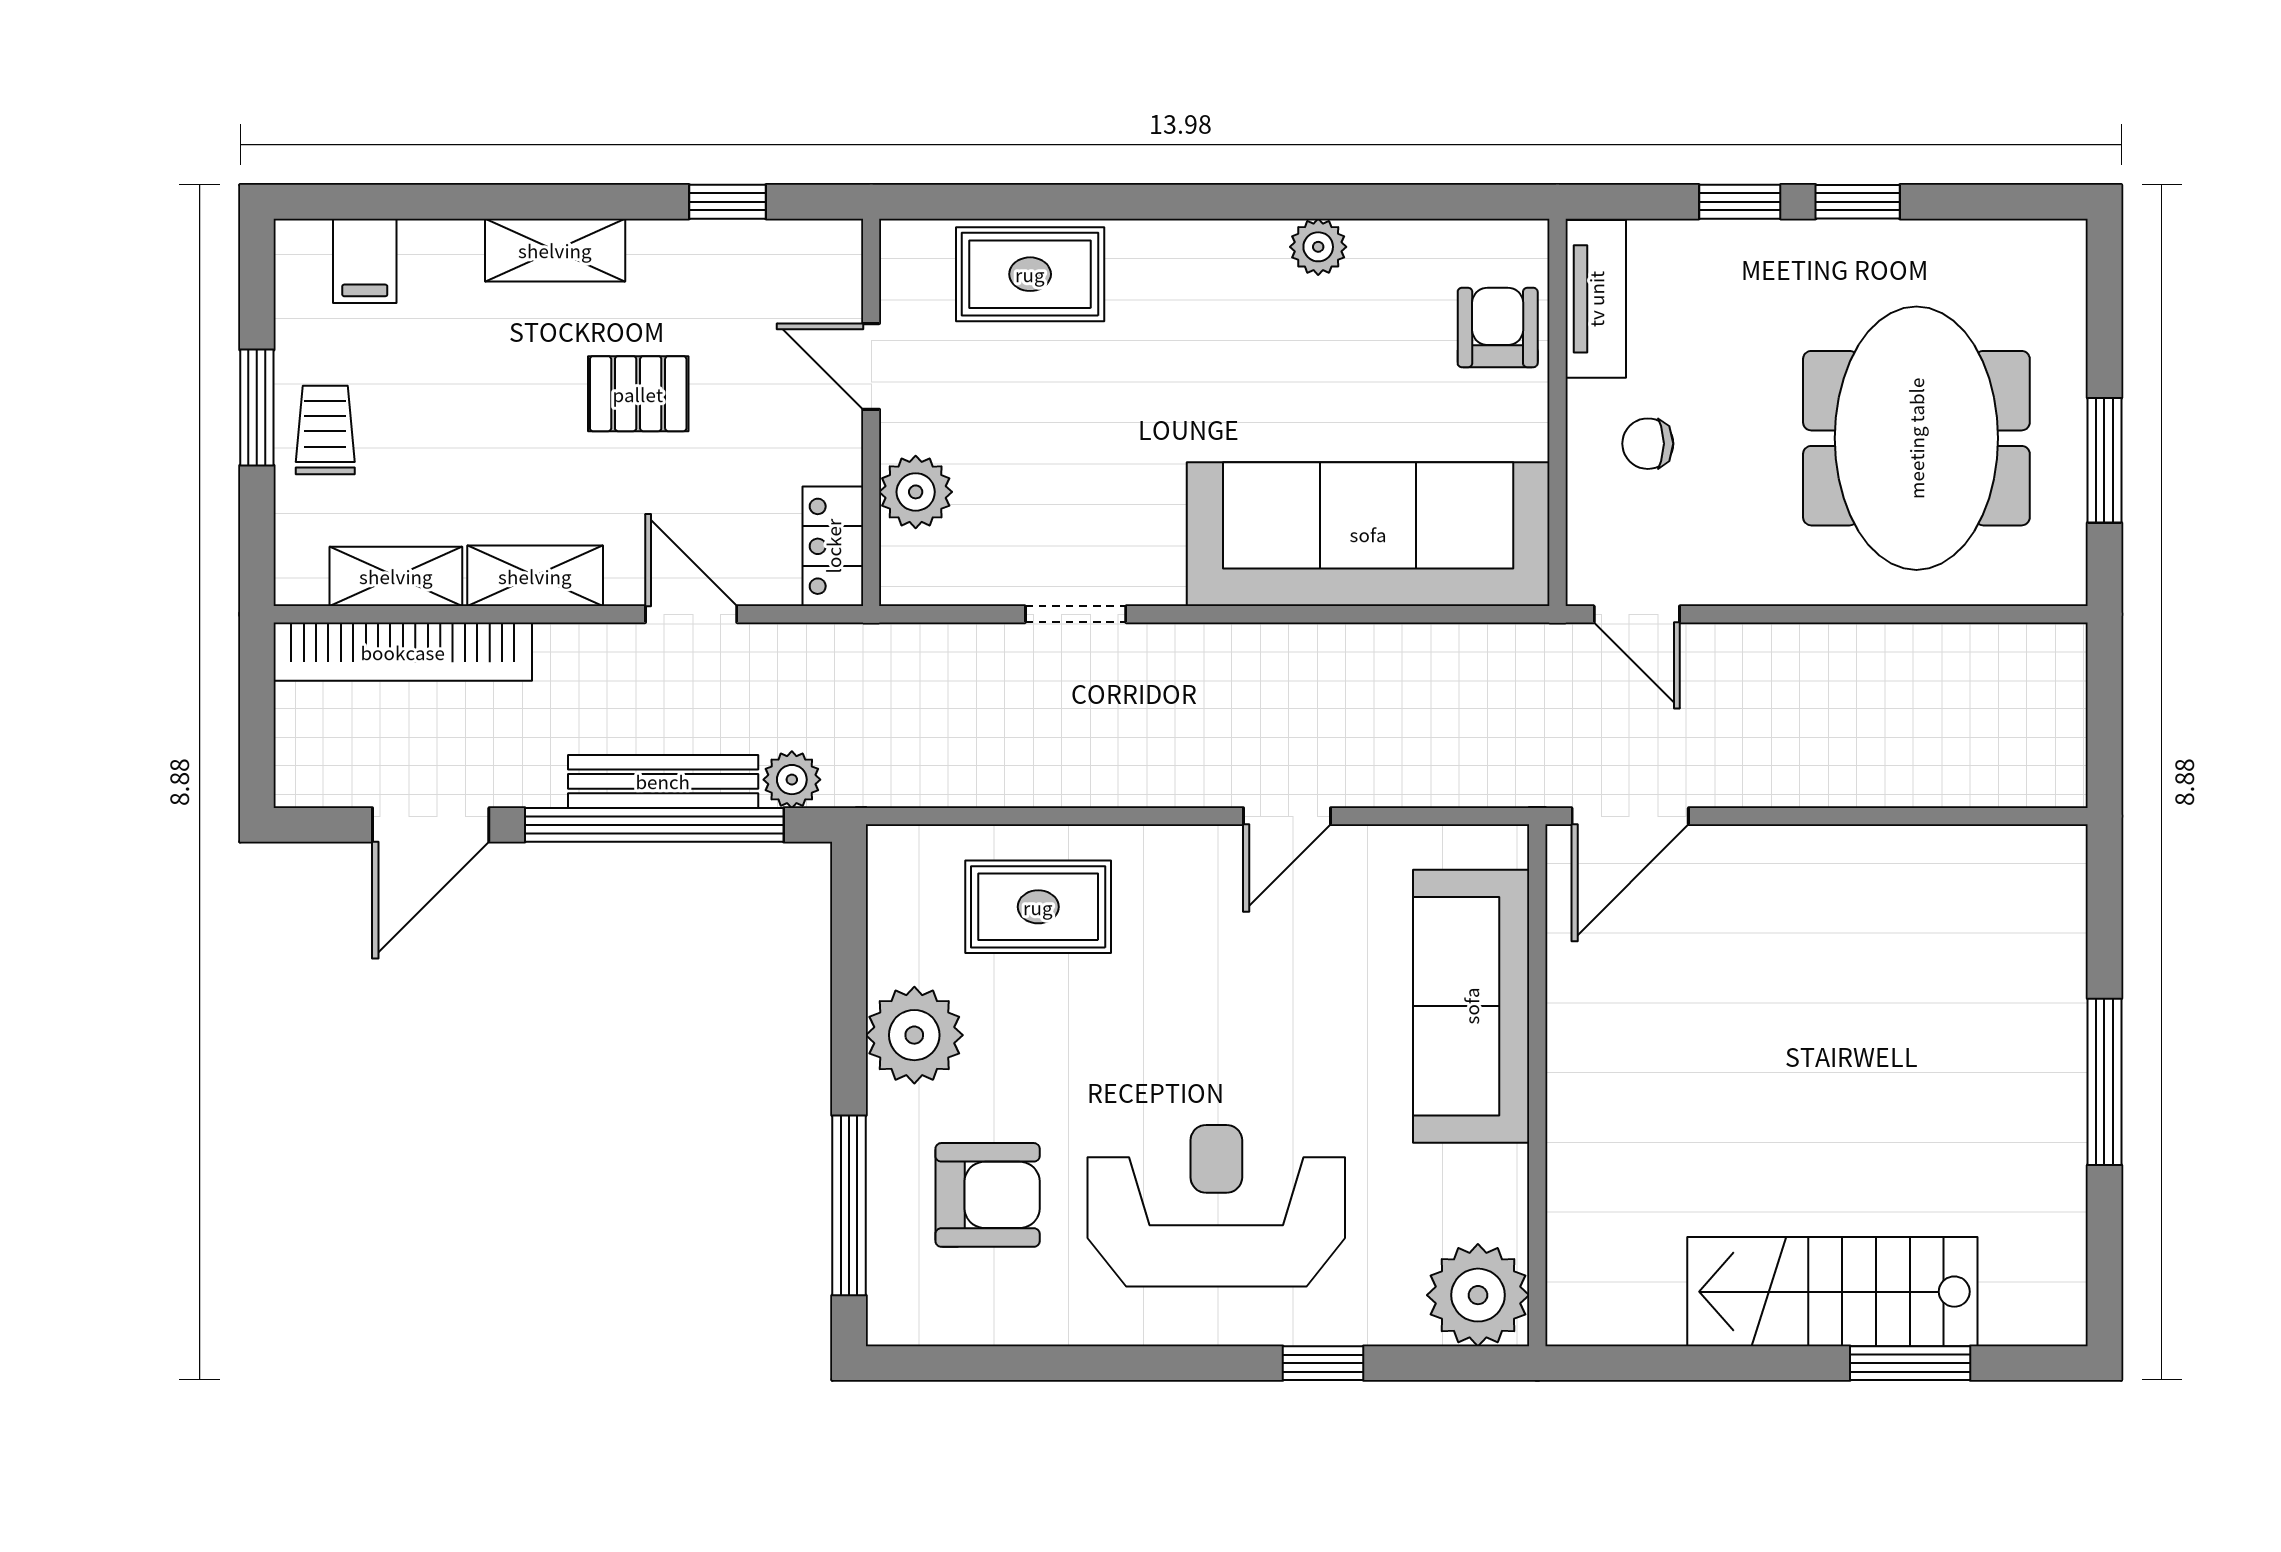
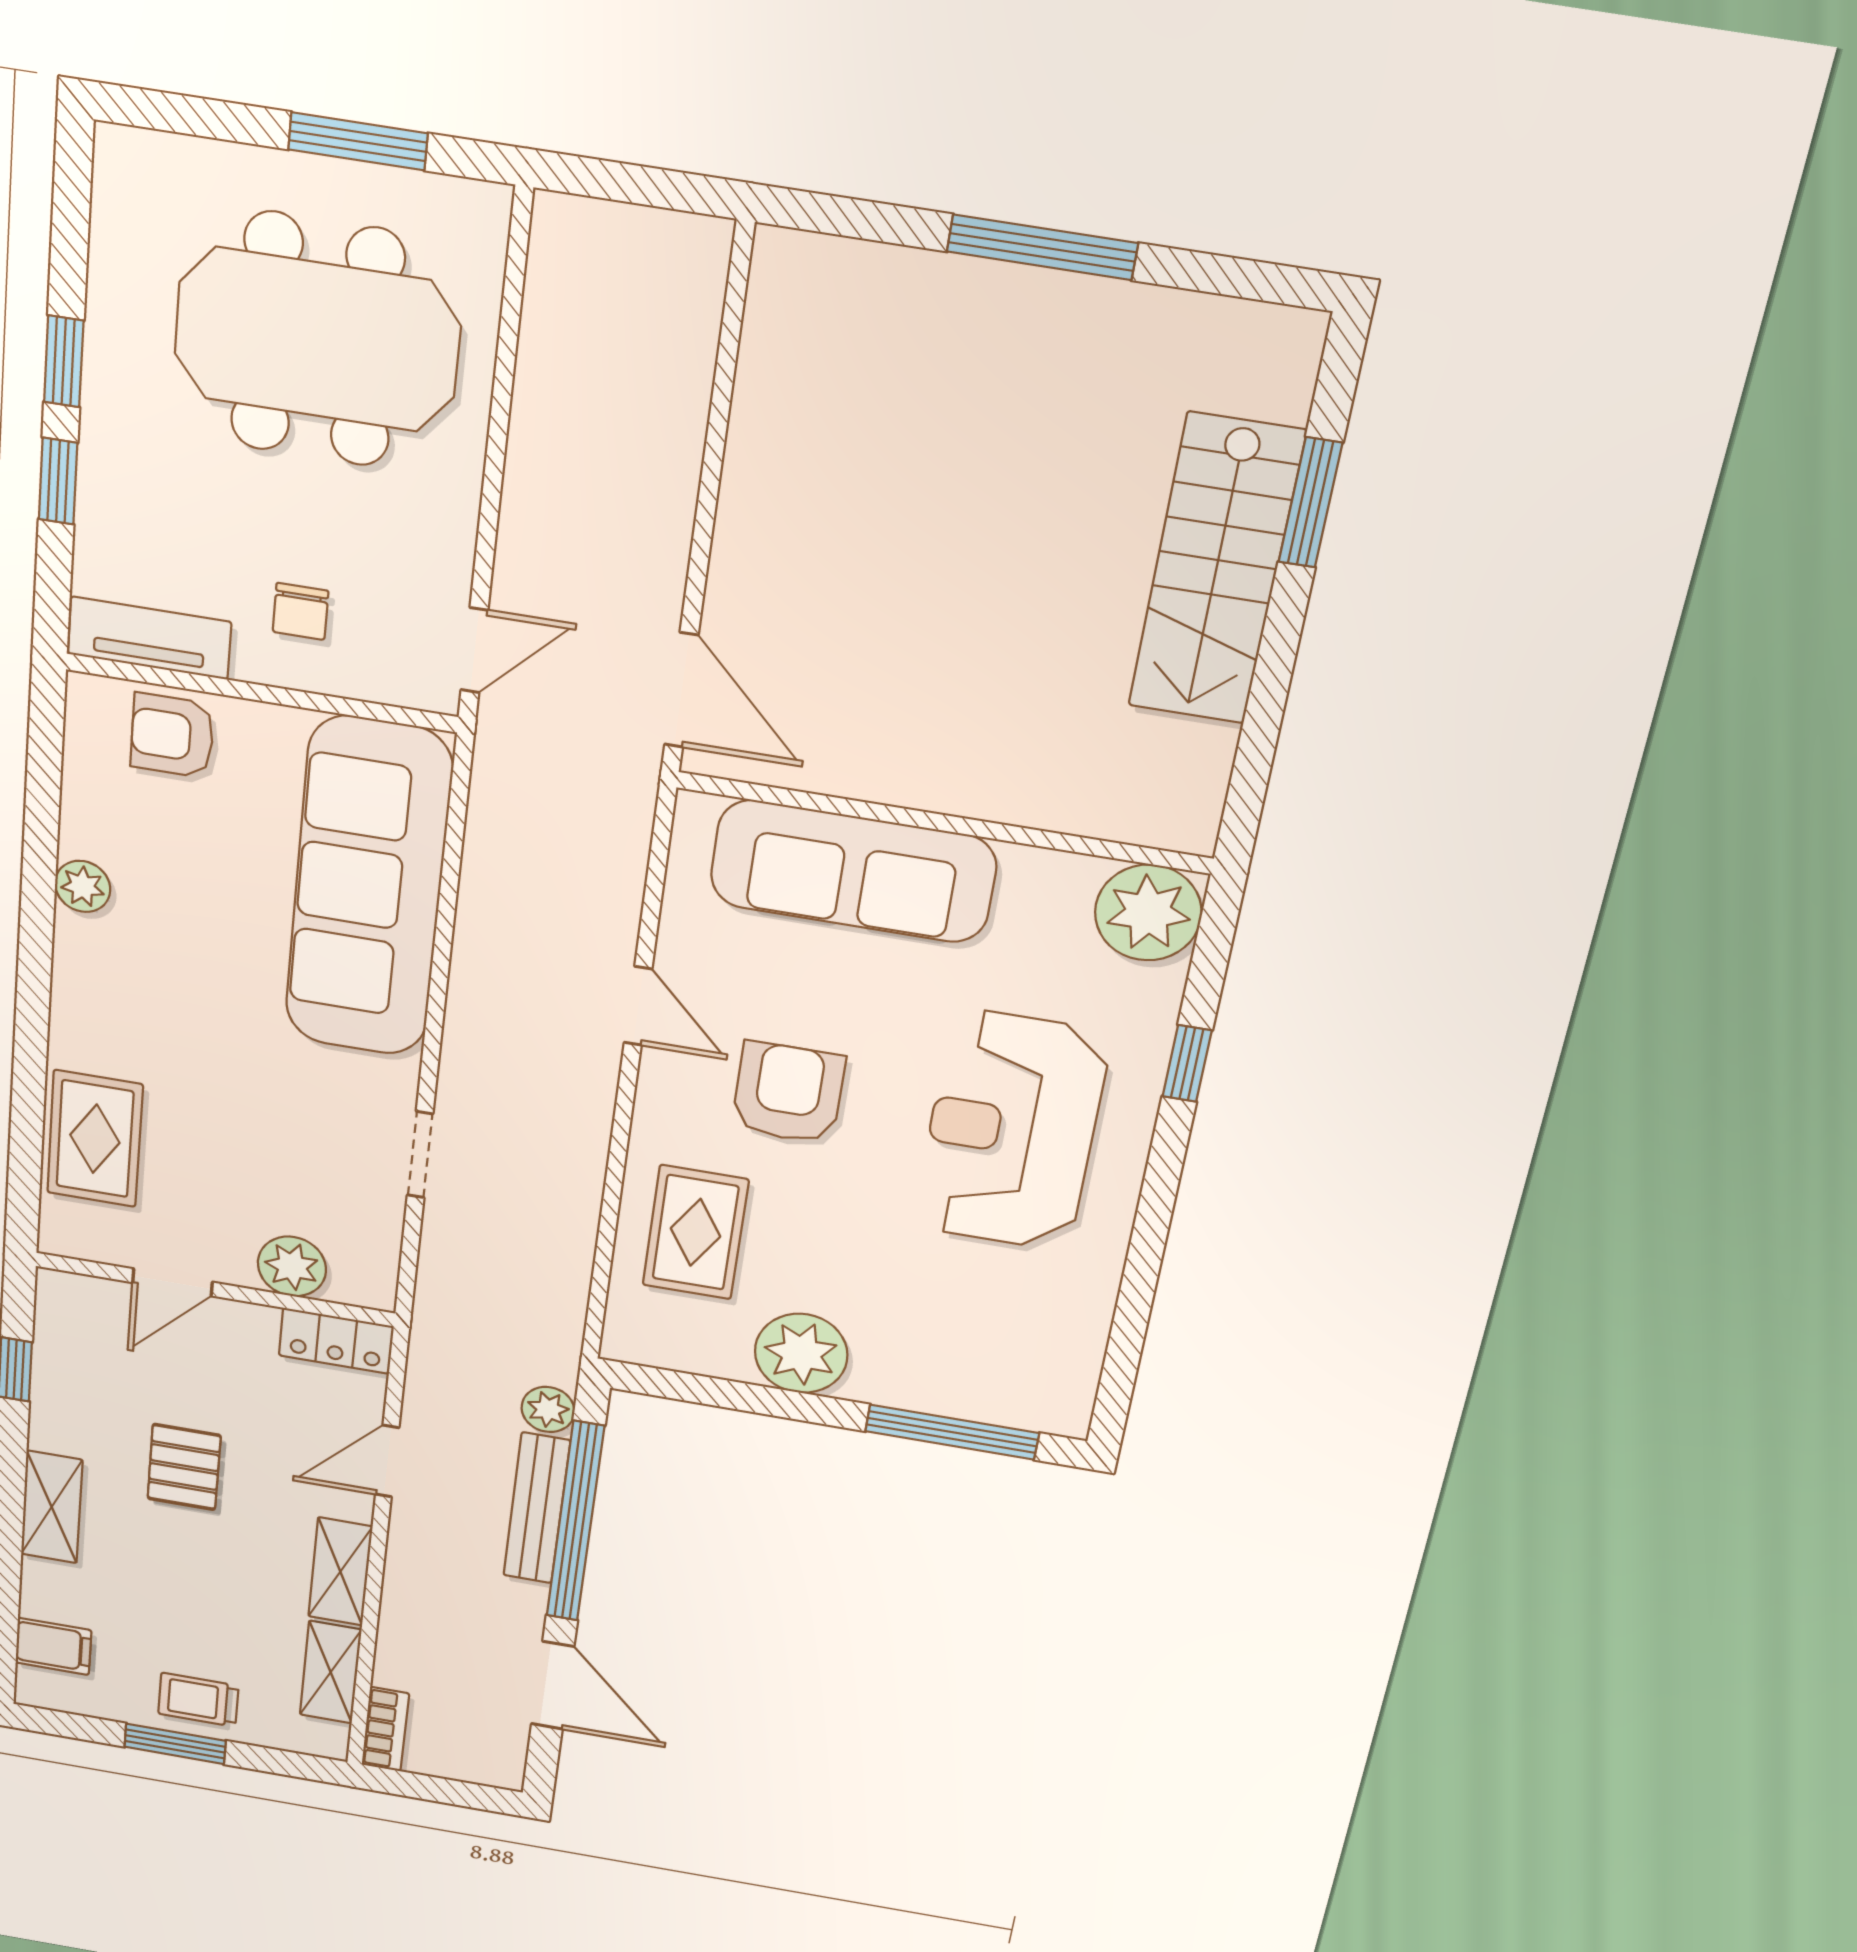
bookcase: (403, 652) -> (385, 1729), width x0.43, depth x0.76
armchair: (988, 1195) -> (788, 1093), moved

